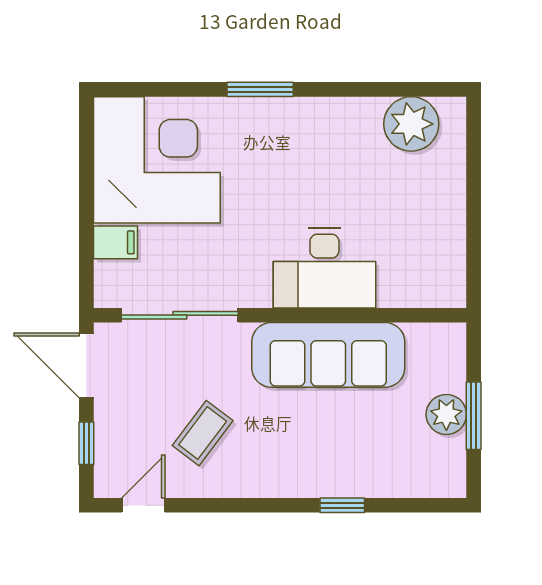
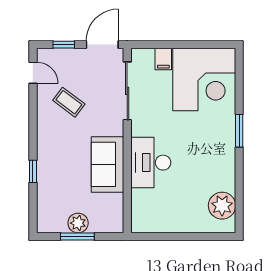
sofa: (328, 355) -> (108, 164), width x0.73

